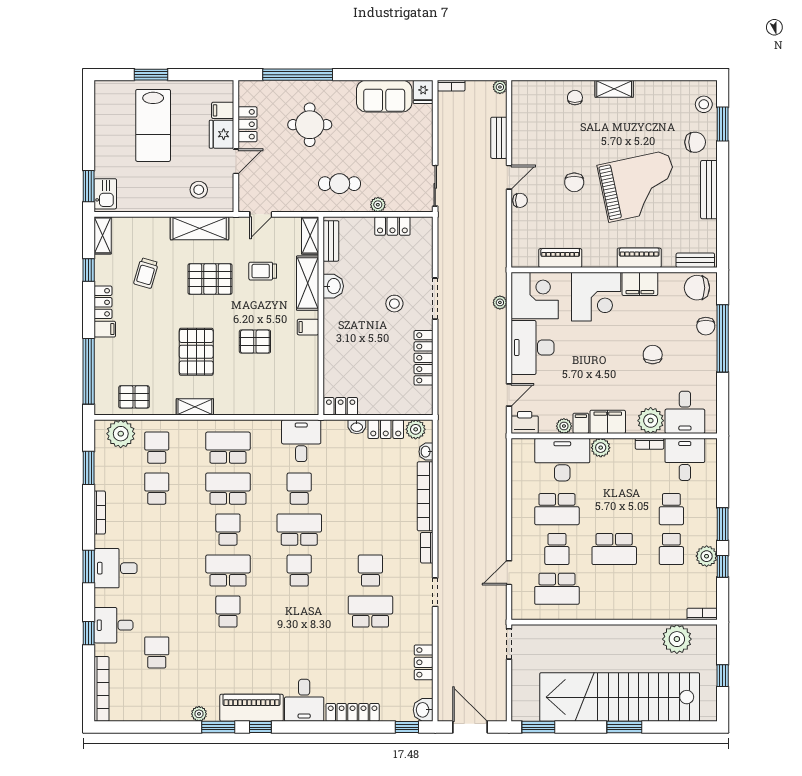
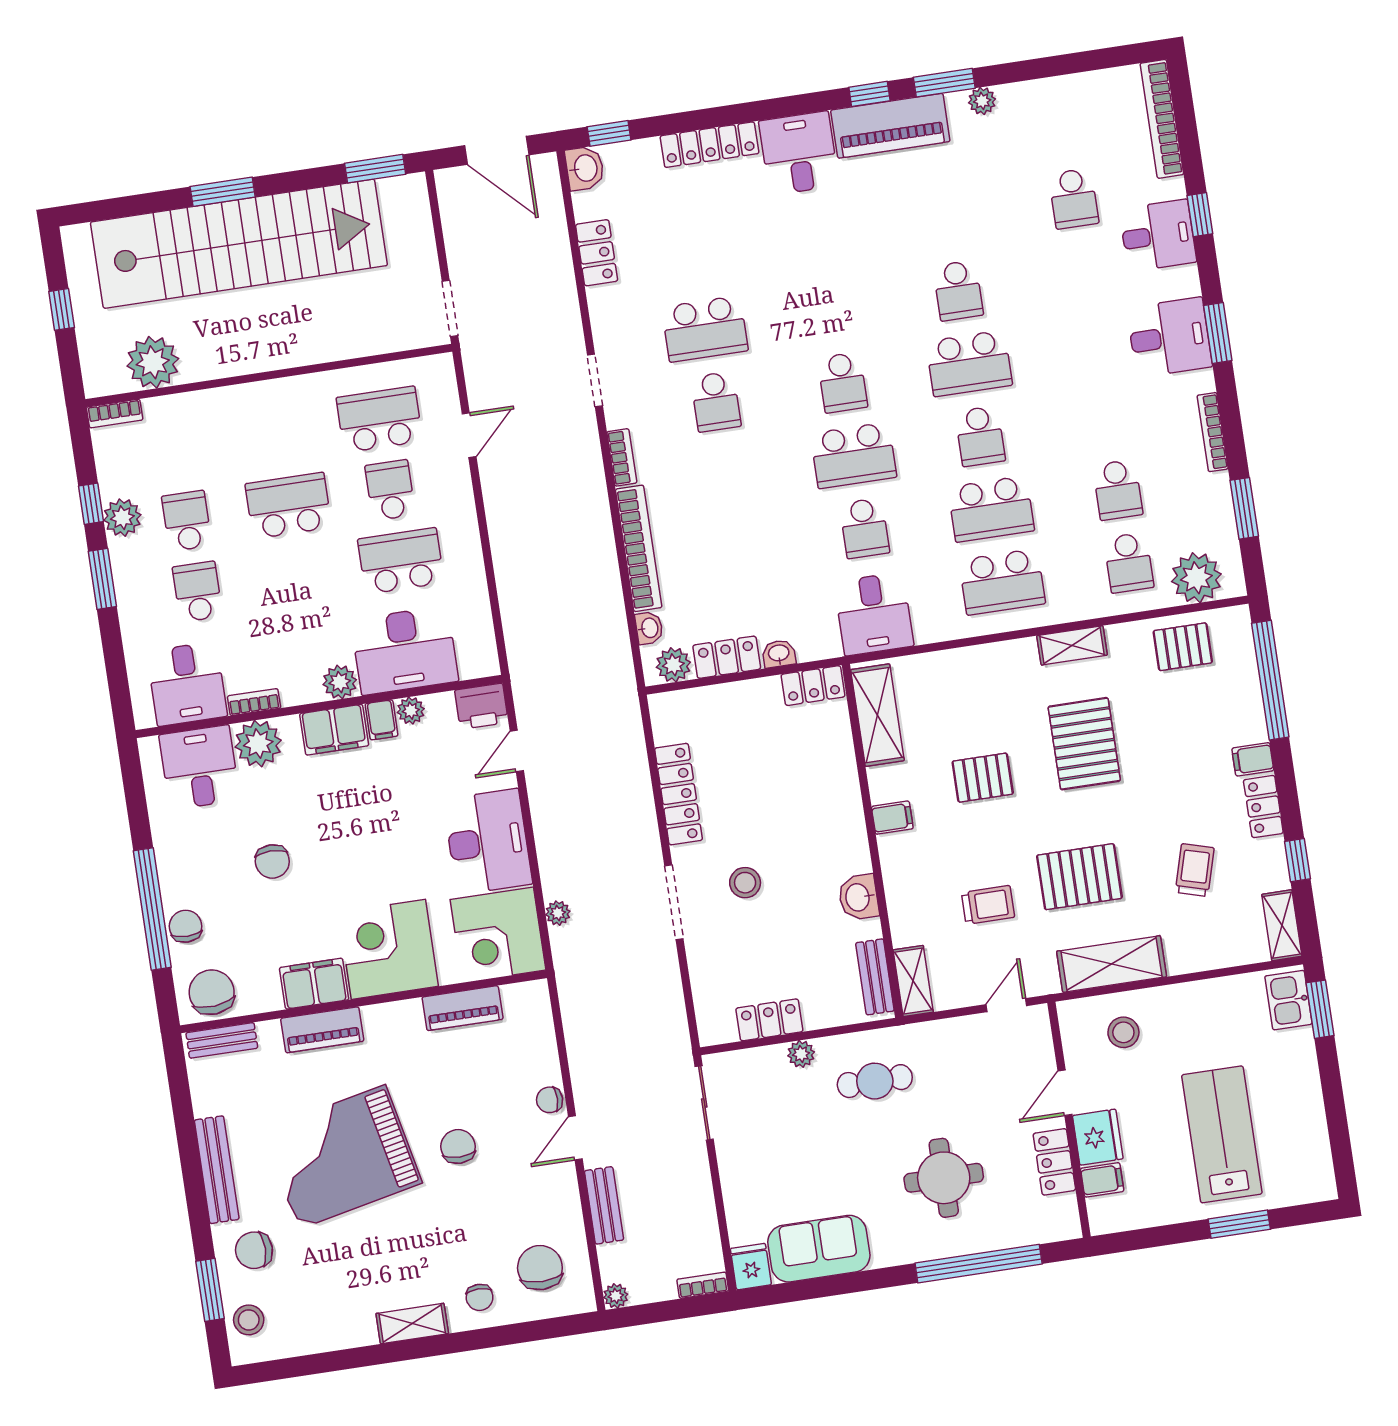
chair: (539, 109) -> (540, 1268), added
shelving: (308, 283) -> (877, 715), moved
chair: (697, 288) -> (212, 992), turned -95

